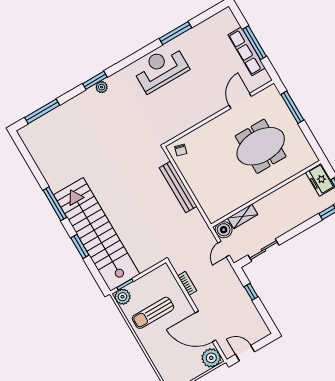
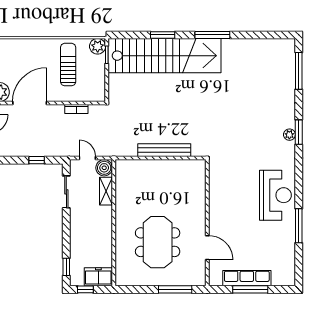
chair: (181, 150) -> (195, 171), removed

